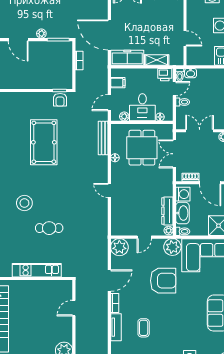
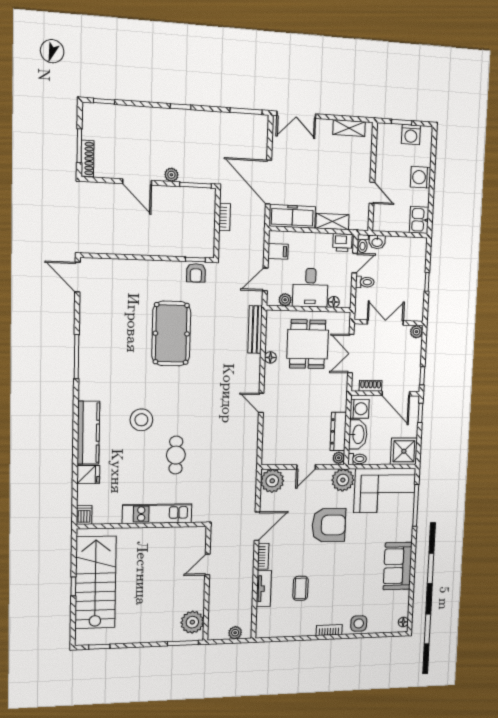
cafe table: (49, 228) -> (176, 455), turned 90

